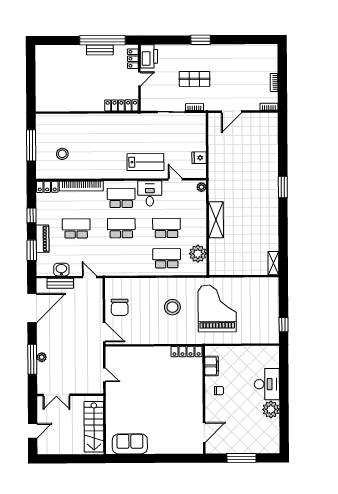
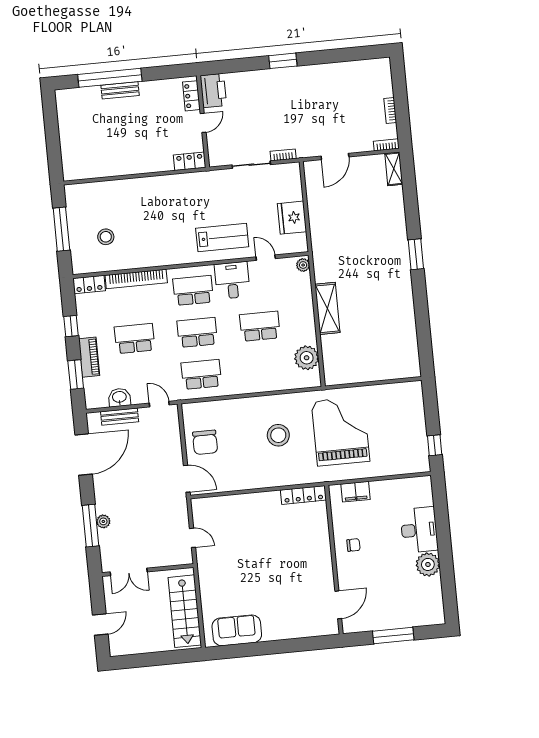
window: (102, 40) -> (110, 78), moved
bench: (100, 50) -> (120, 90), moved
shop shelf: (194, 79) -> (279, 116), removed
locker: (121, 105) -> (190, 161), width x0.66
fridge: (199, 158) -> (292, 218), width x1.88, depth x1.34
school desk: (167, 258) -> (201, 374), moved
shelving: (273, 263) -> (394, 169), moved
filing cabinet: (212, 366) -> (356, 492), moved, turned 90

